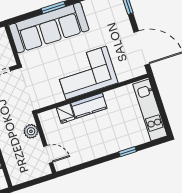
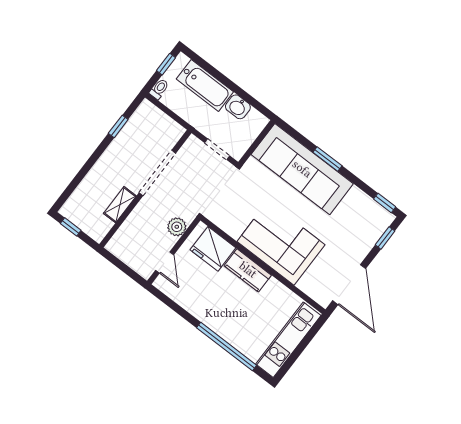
fridge: (65, 113) -> (213, 249), width x1.88, depth x1.34
window: (128, 152) -> (227, 346), width x3.17

